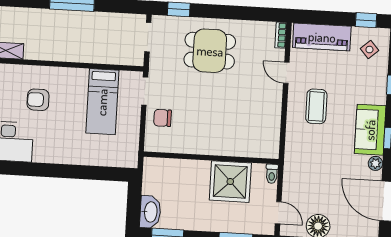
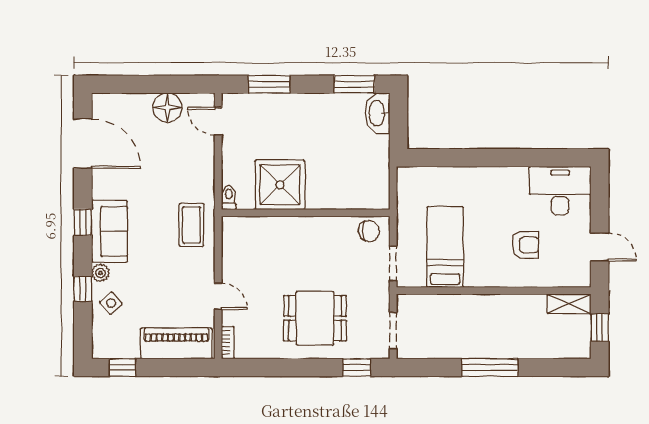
side table: (369, 50) -> (111, 303), moved
coffee table: (316, 106) -> (191, 225), moved
wall: (211, 158) -> (306, 213), moved
plant: (375, 163) -> (100, 273), moved
toilet: (272, 174) -> (229, 197), moved
shower: (230, 182) -> (280, 185), moved

